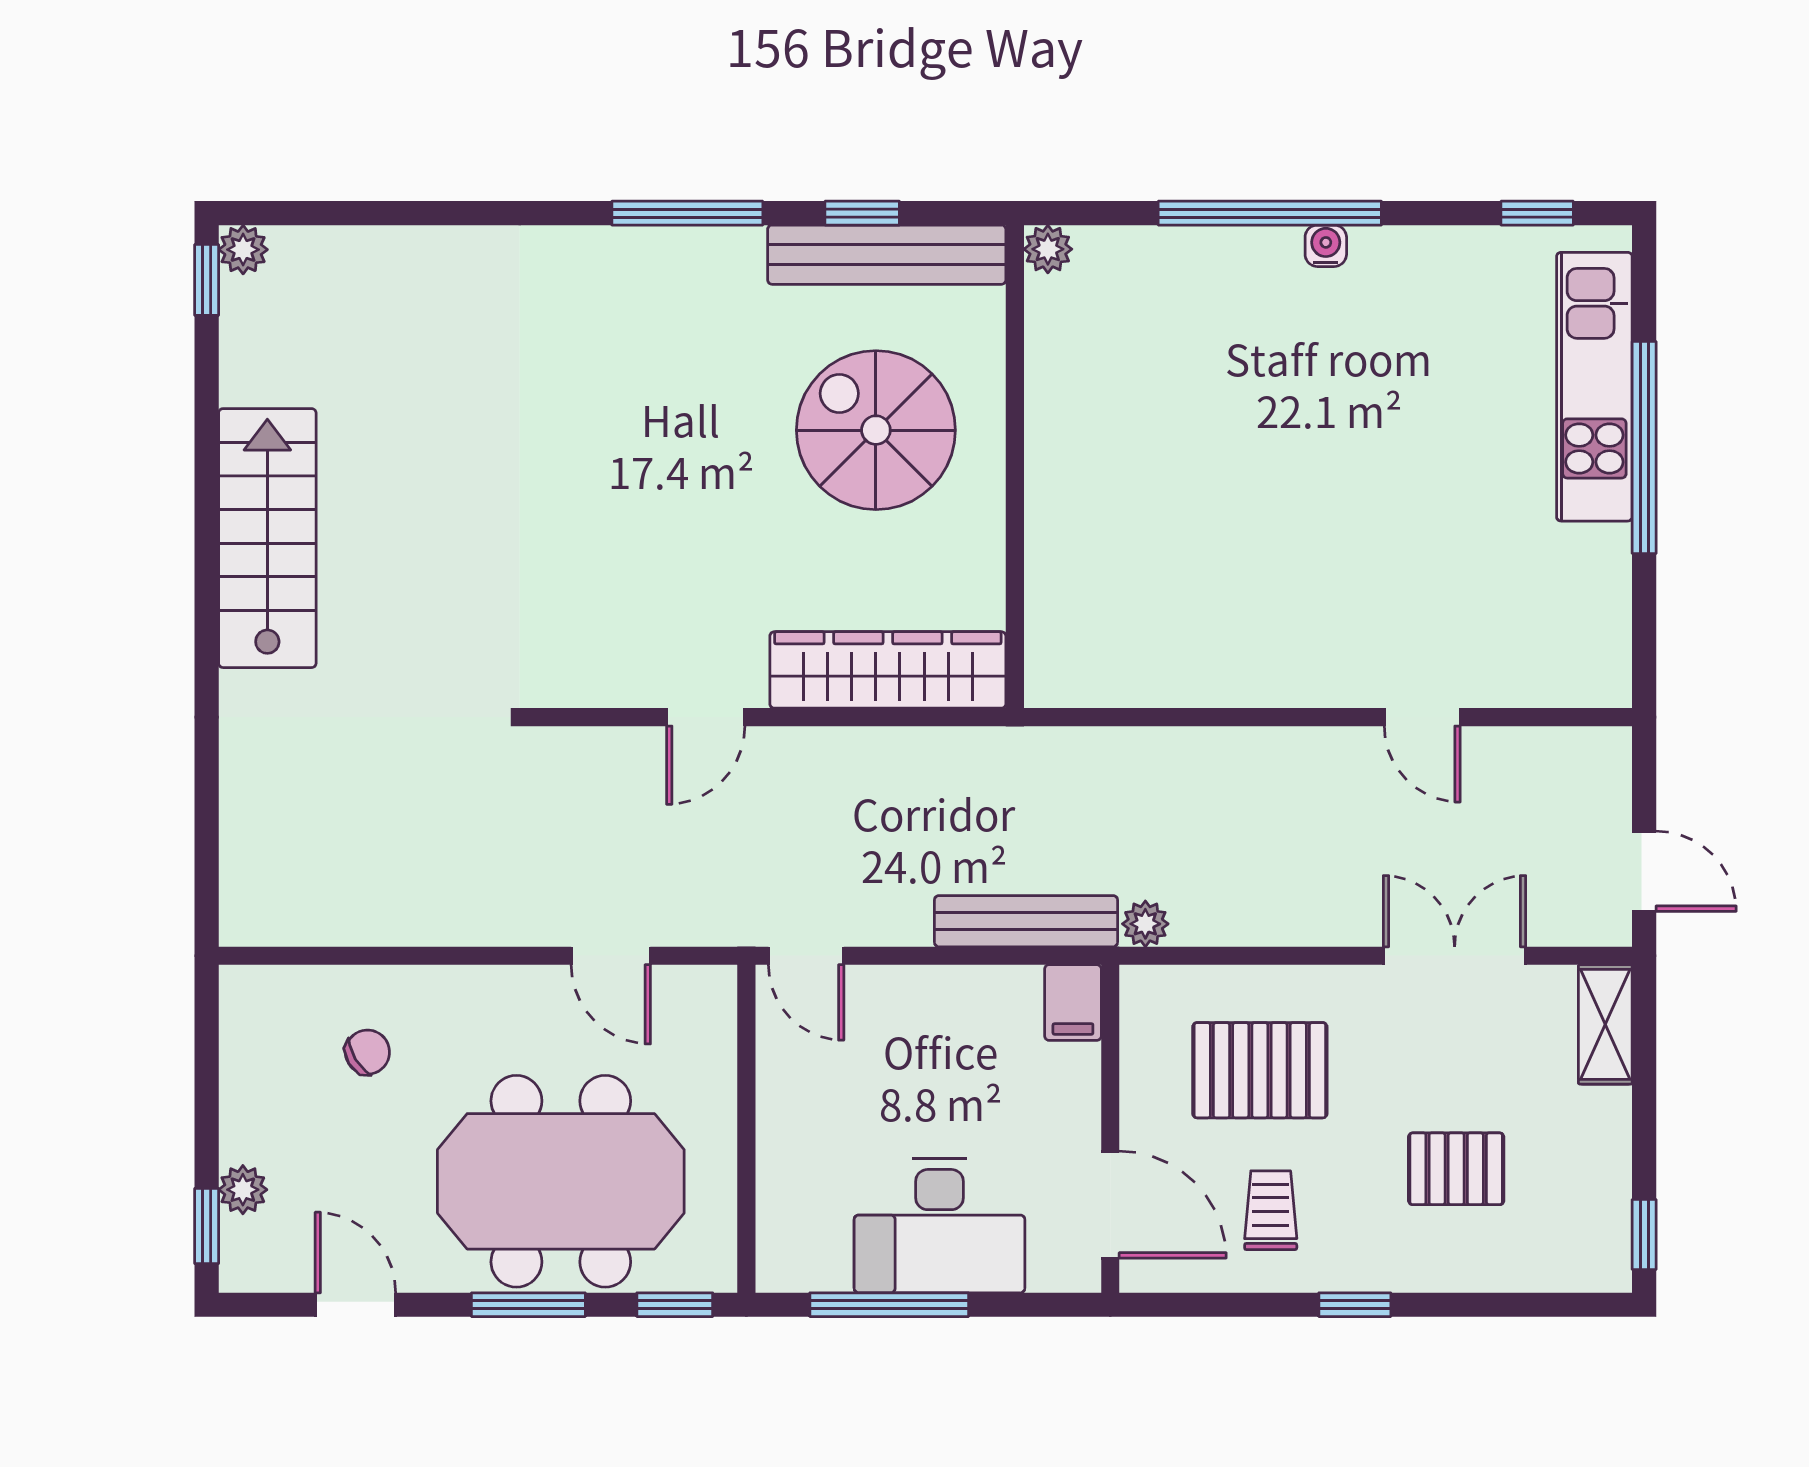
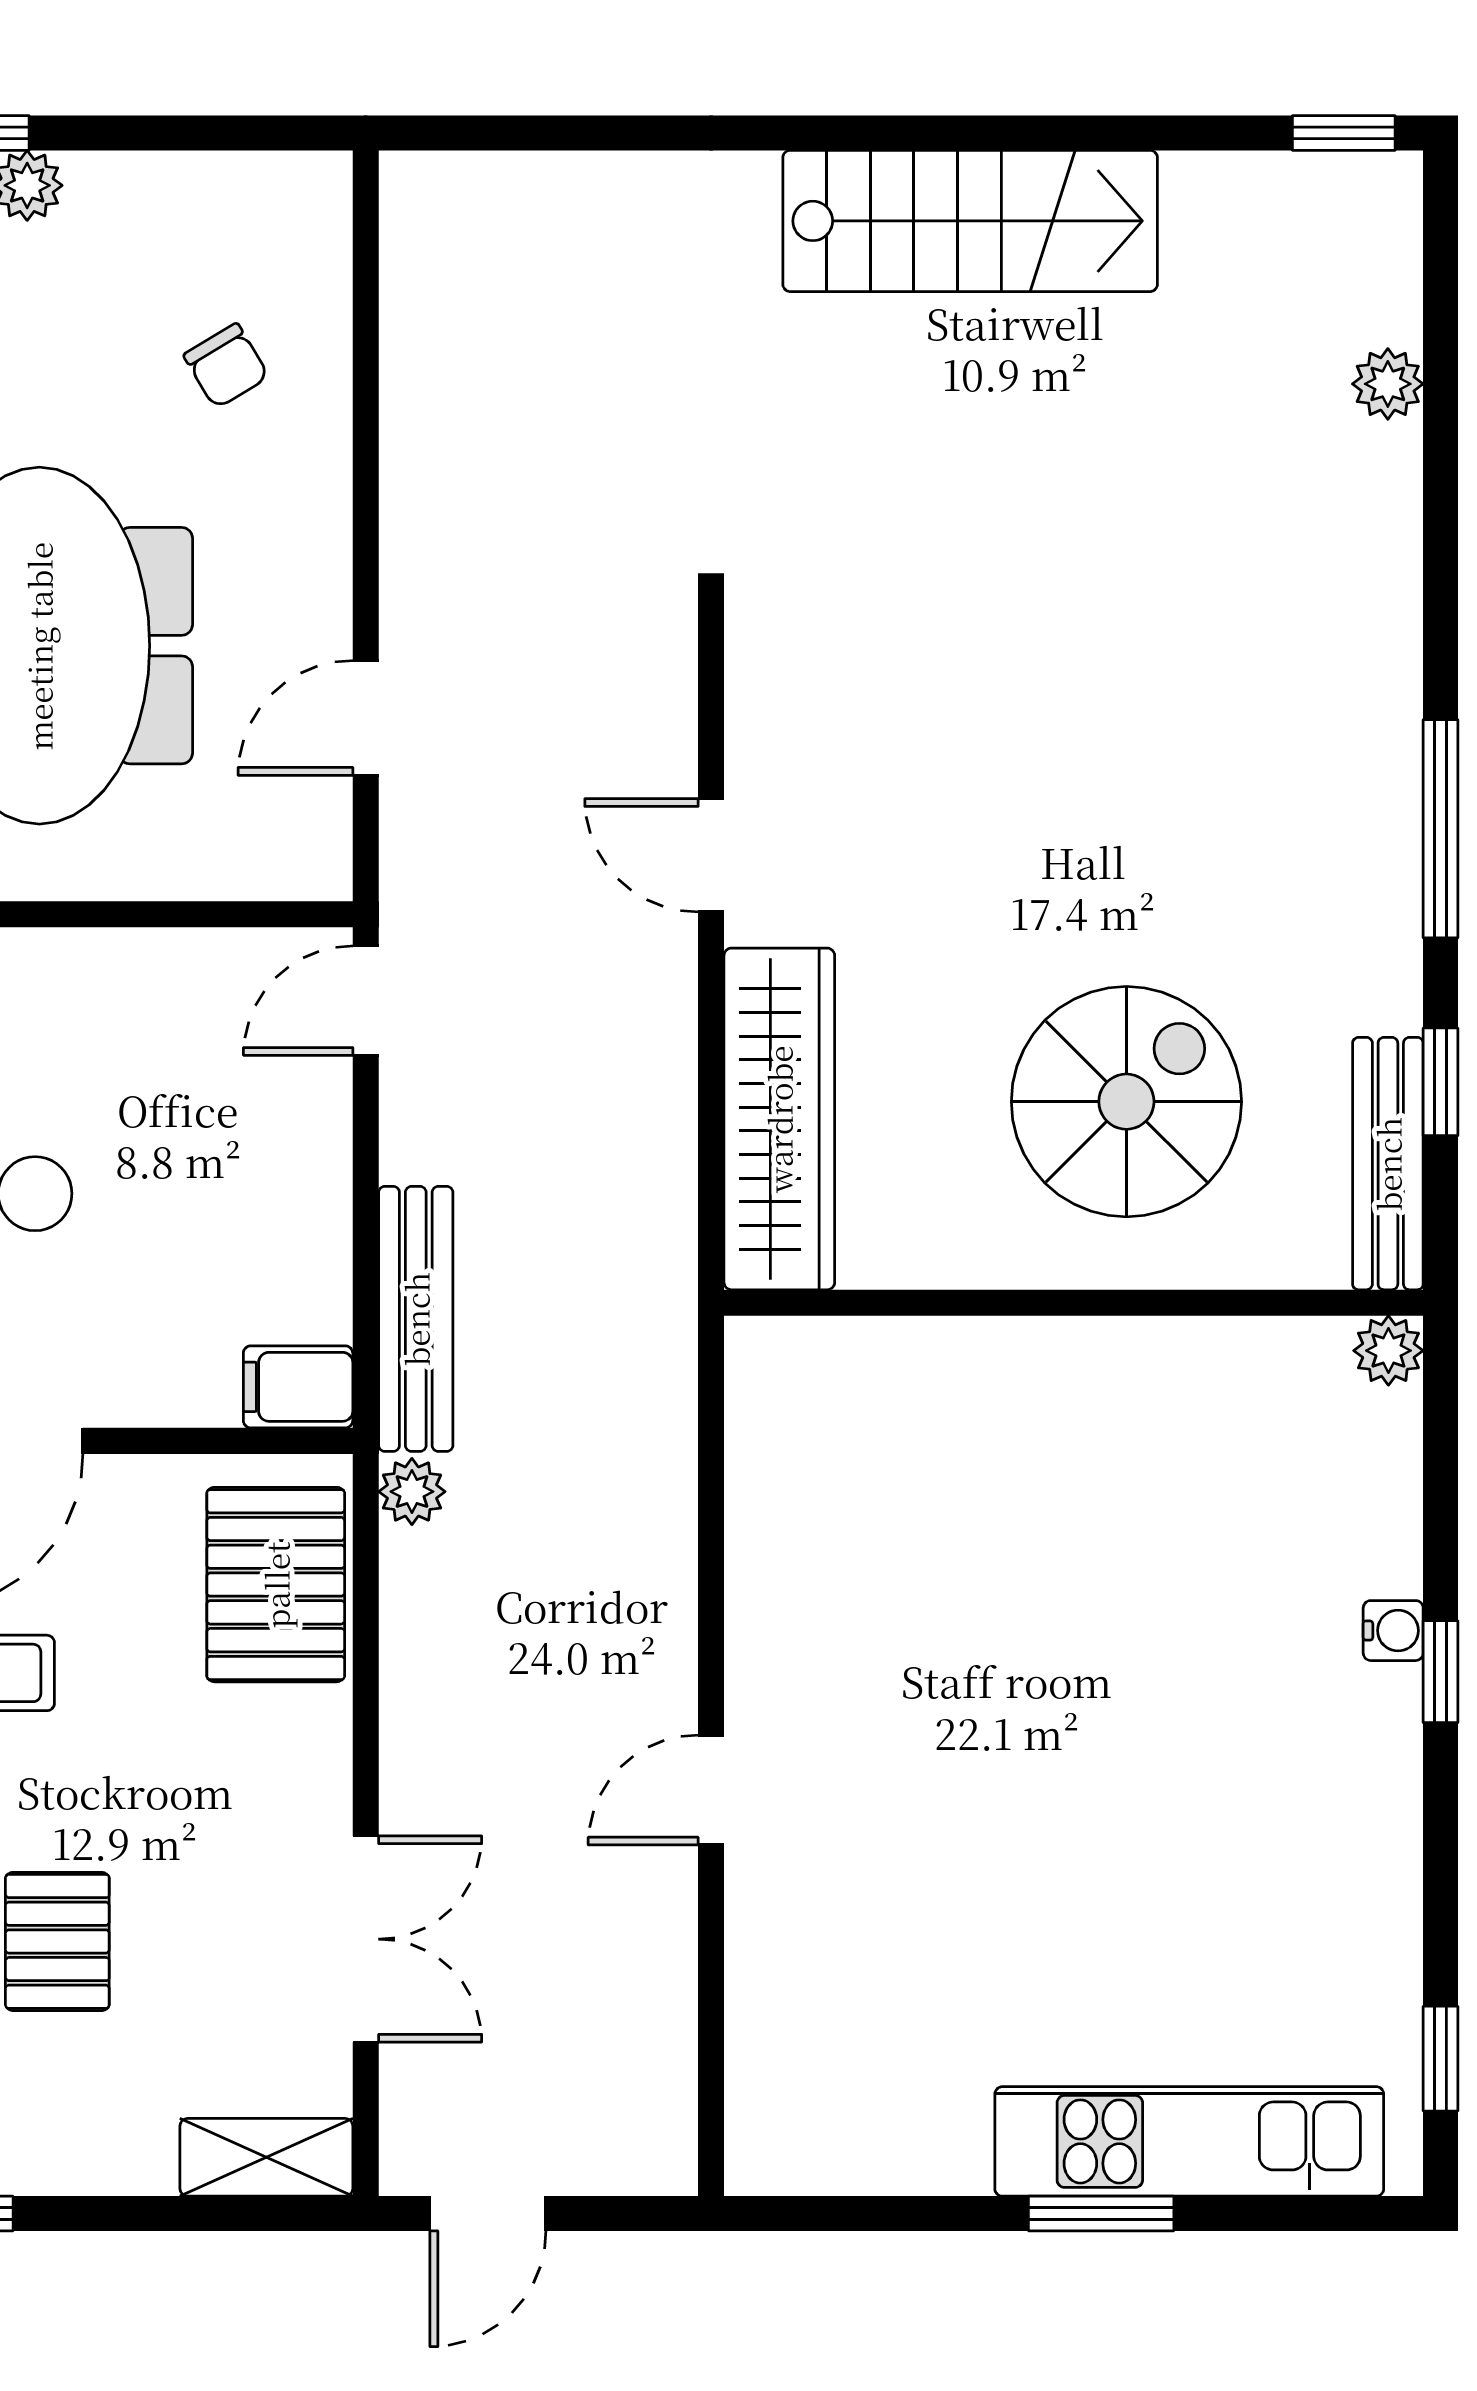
window: (1270, 213) -> (1441, 1672), width x0.32
water cooler: (1326, 246) -> (1393, 1631), moved
plant: (243, 250) -> (1388, 384), moved
bench: (887, 255) -> (1388, 1164), width x0.73, depth x0.82
window: (1644, 448) -> (1101, 2214), width x0.47
door: (1422, 717) -> (711, 1790), moved
pallet: (1260, 1070) -> (276, 1585), moved

